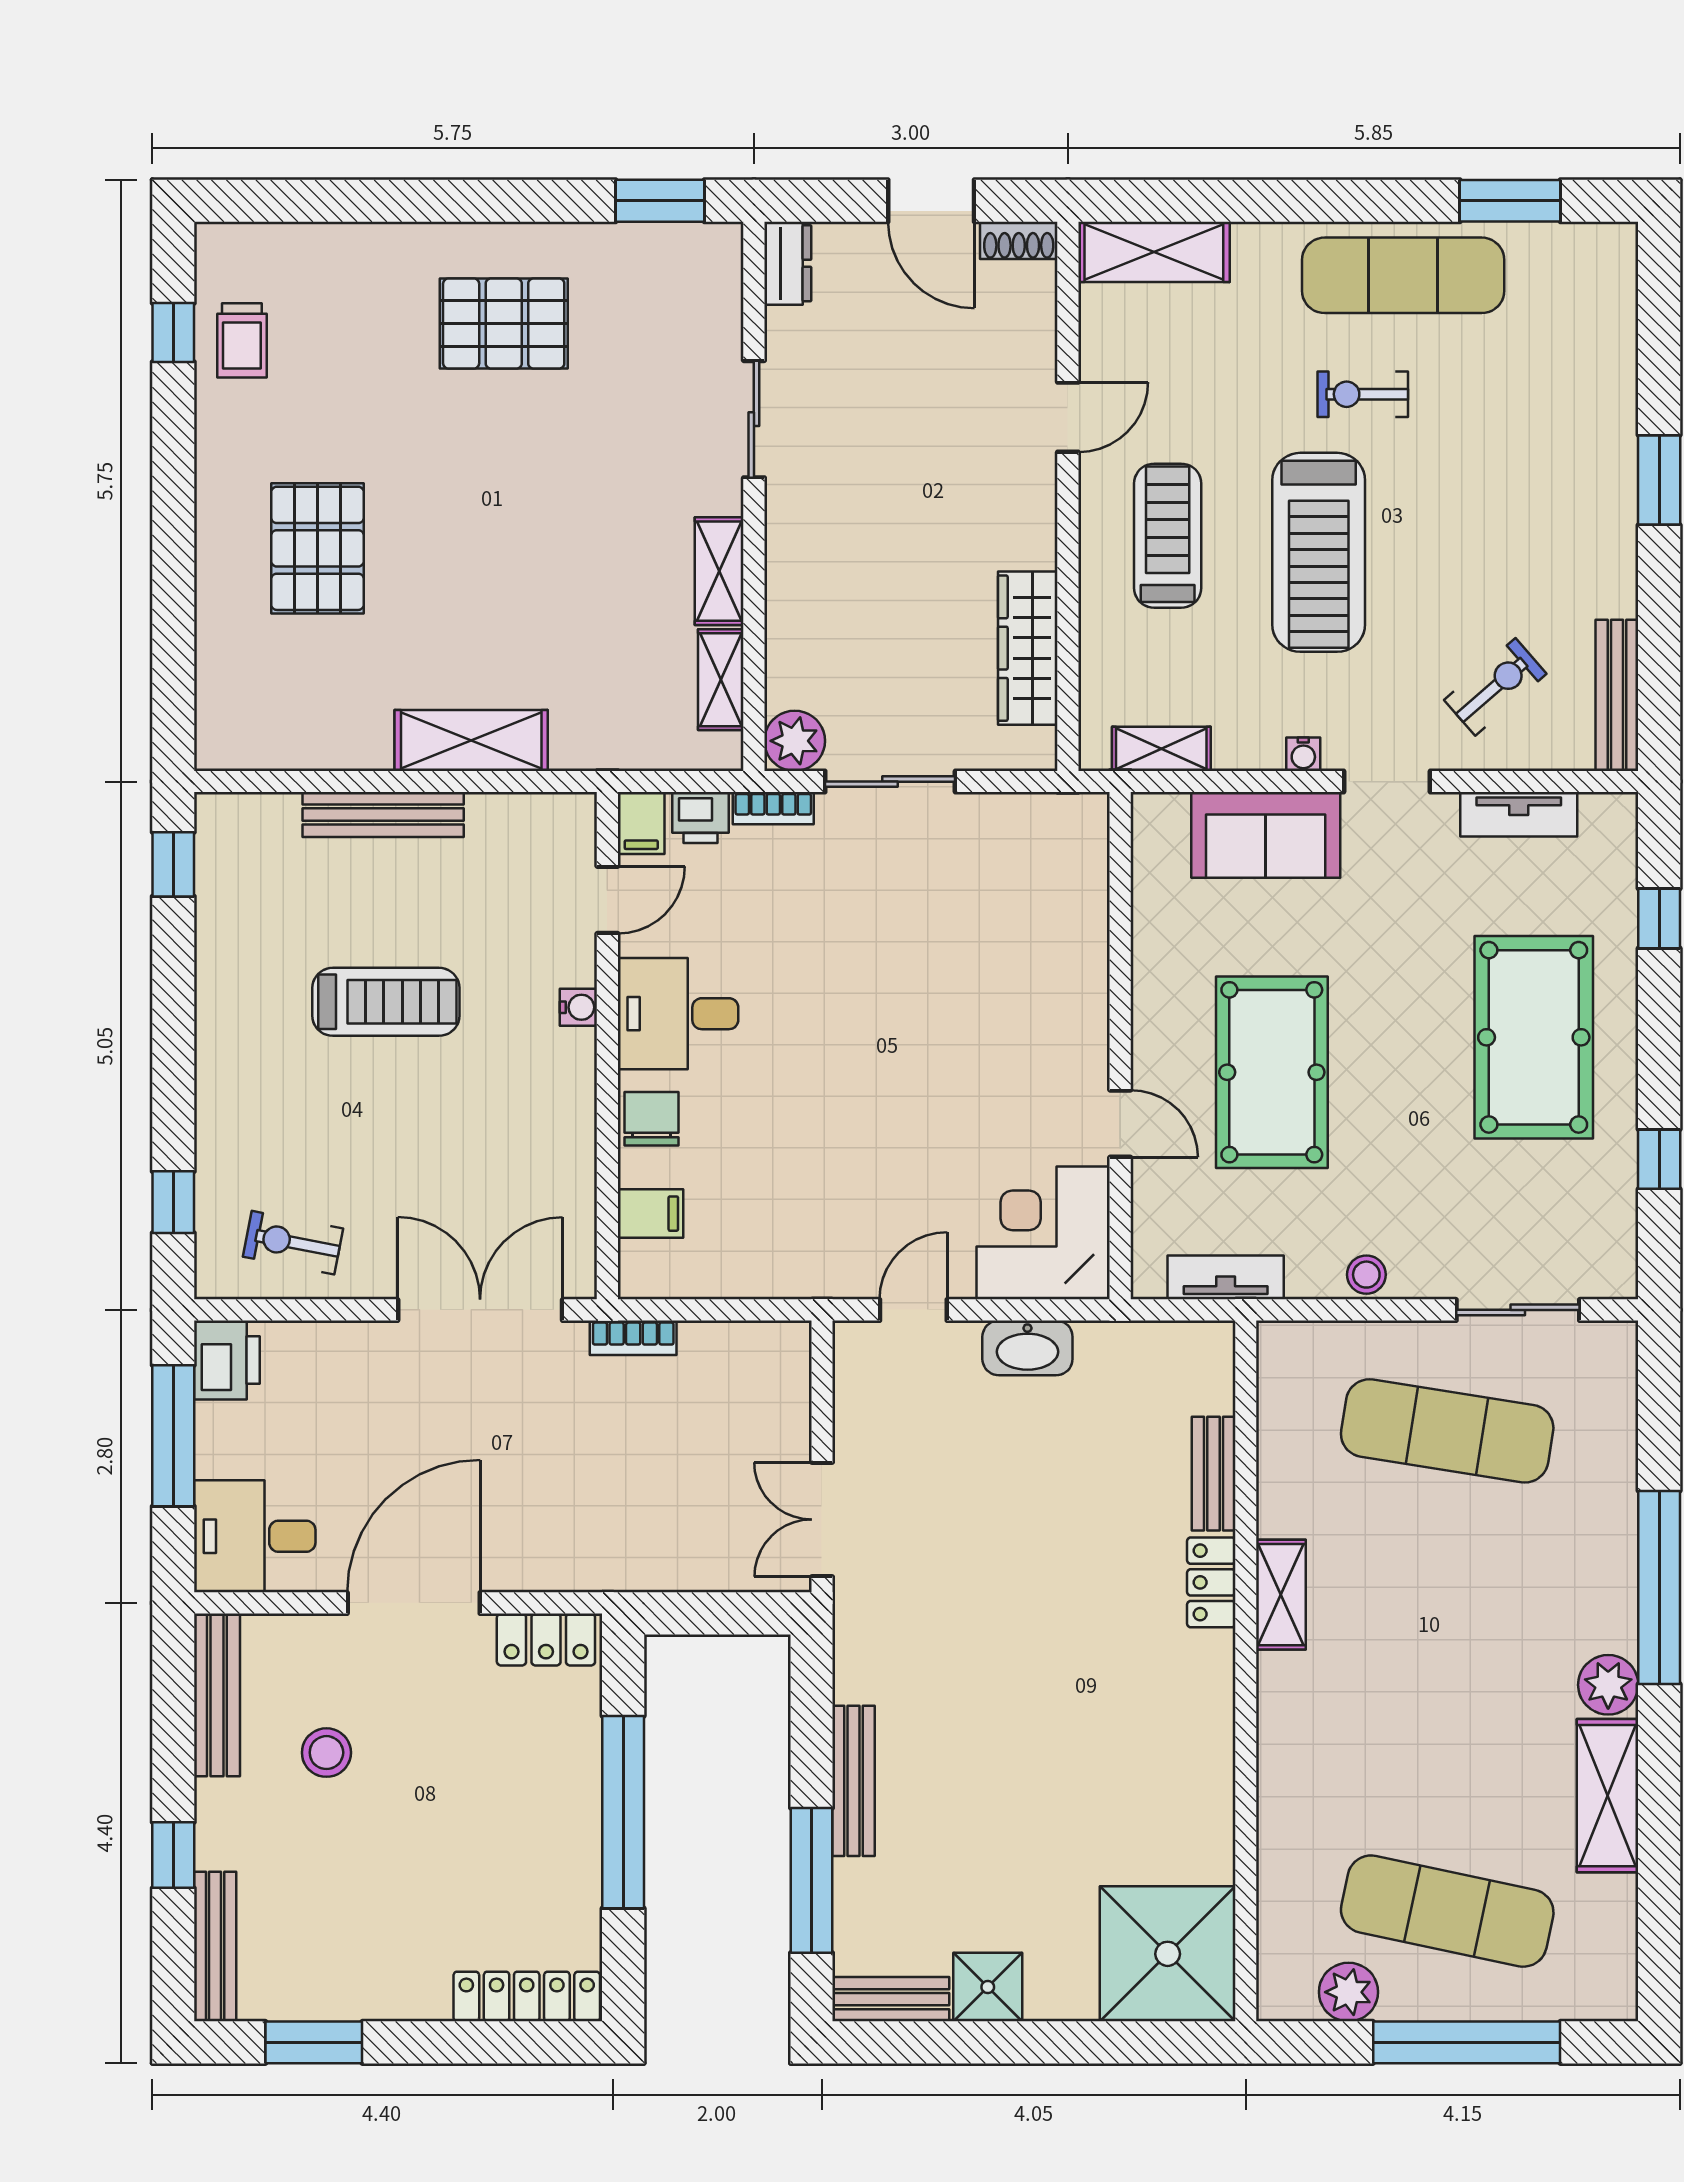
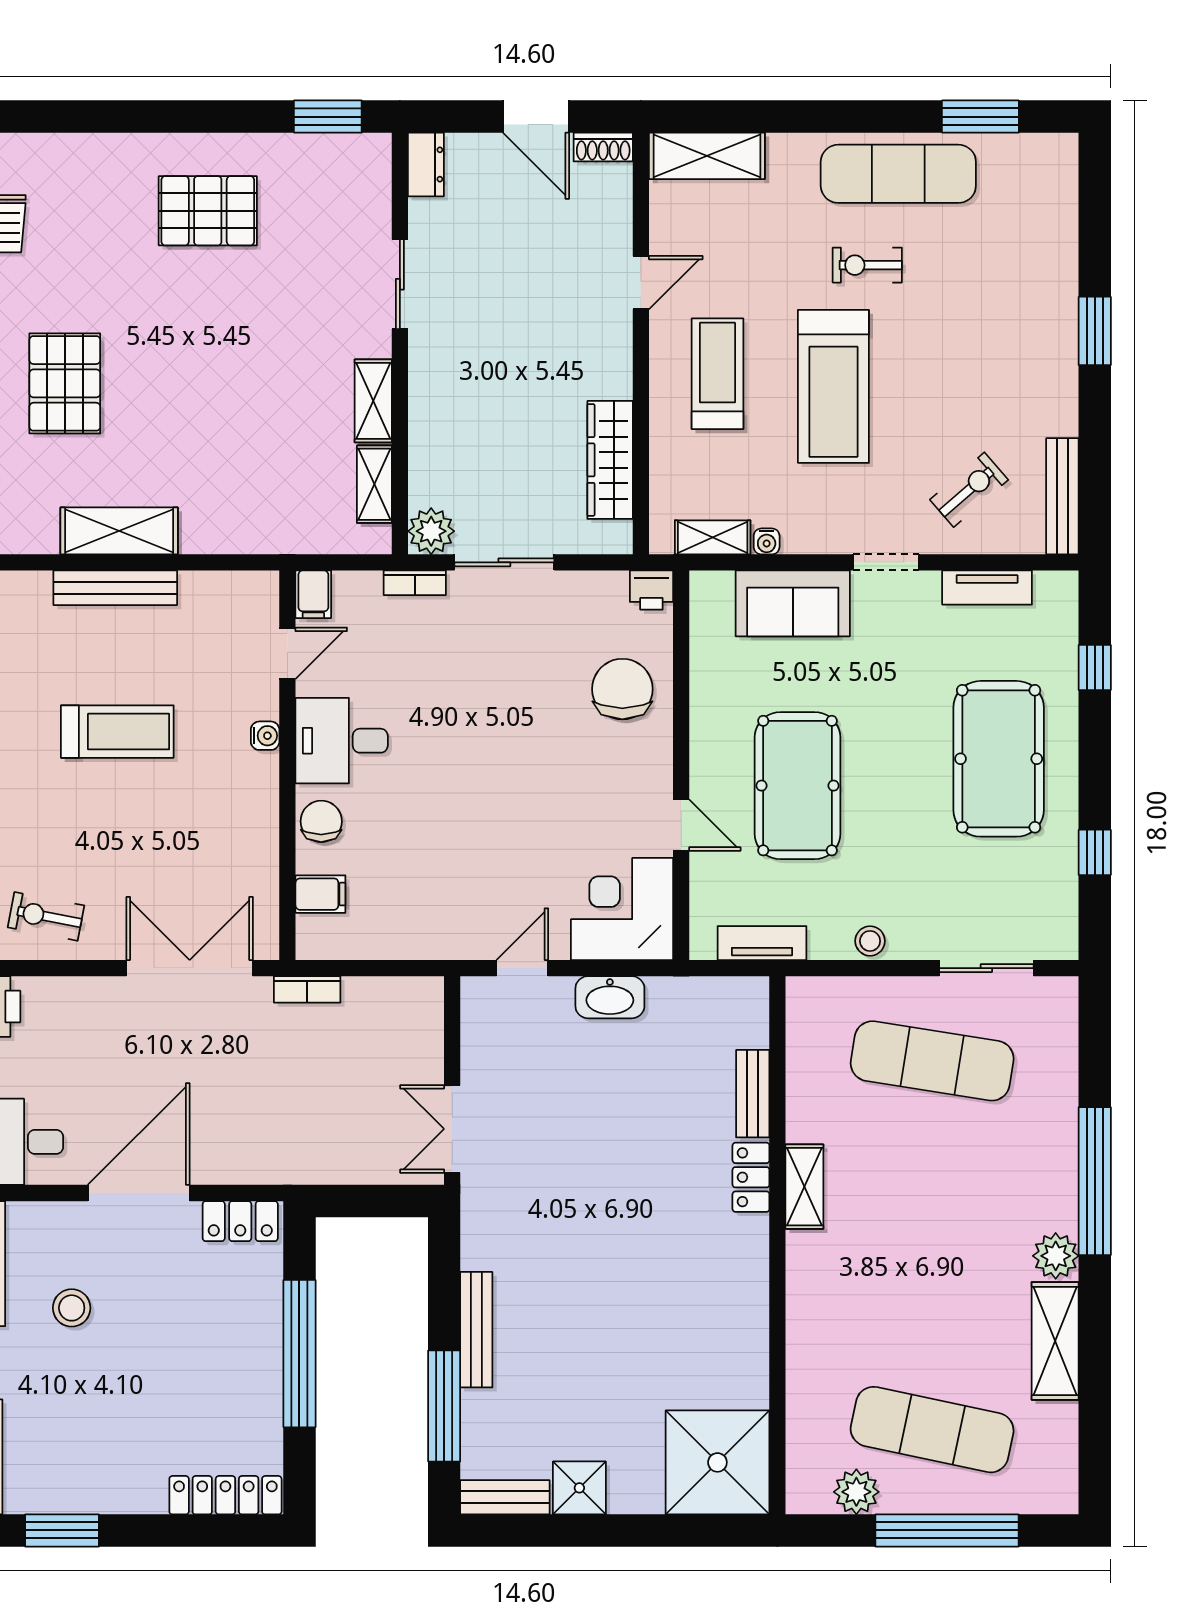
shelving: (471, 740) -> (119, 531), moved
water cooler: (1303, 754) -> (767, 541), moved
printer: (701, 818) -> (651, 590), moved
chair: (1044, 947) -> (622, 689), added

